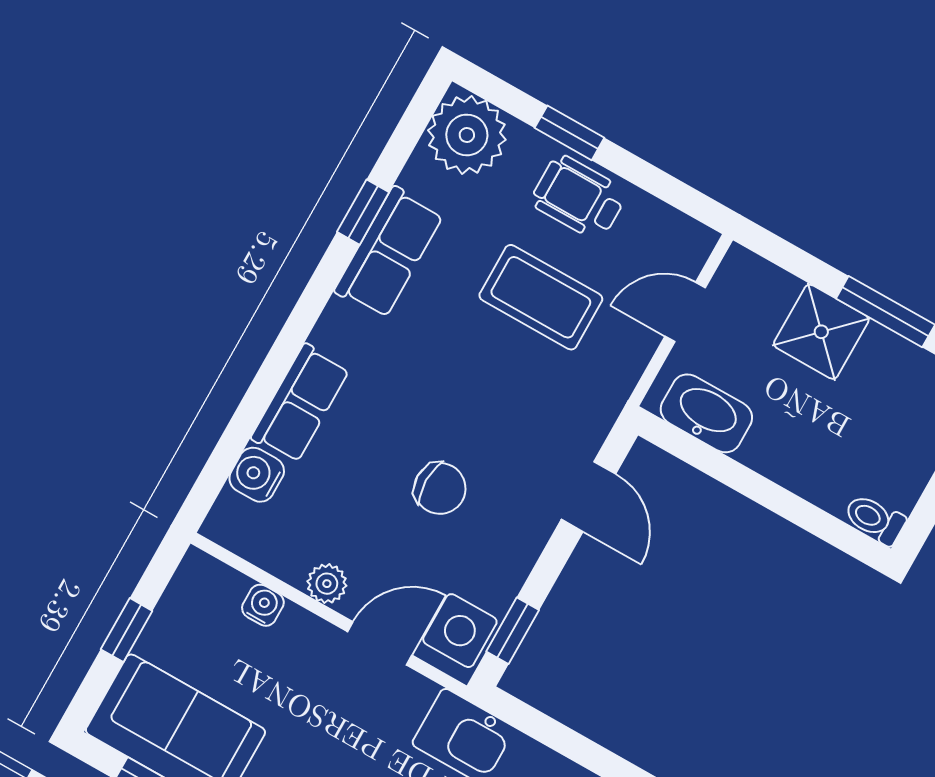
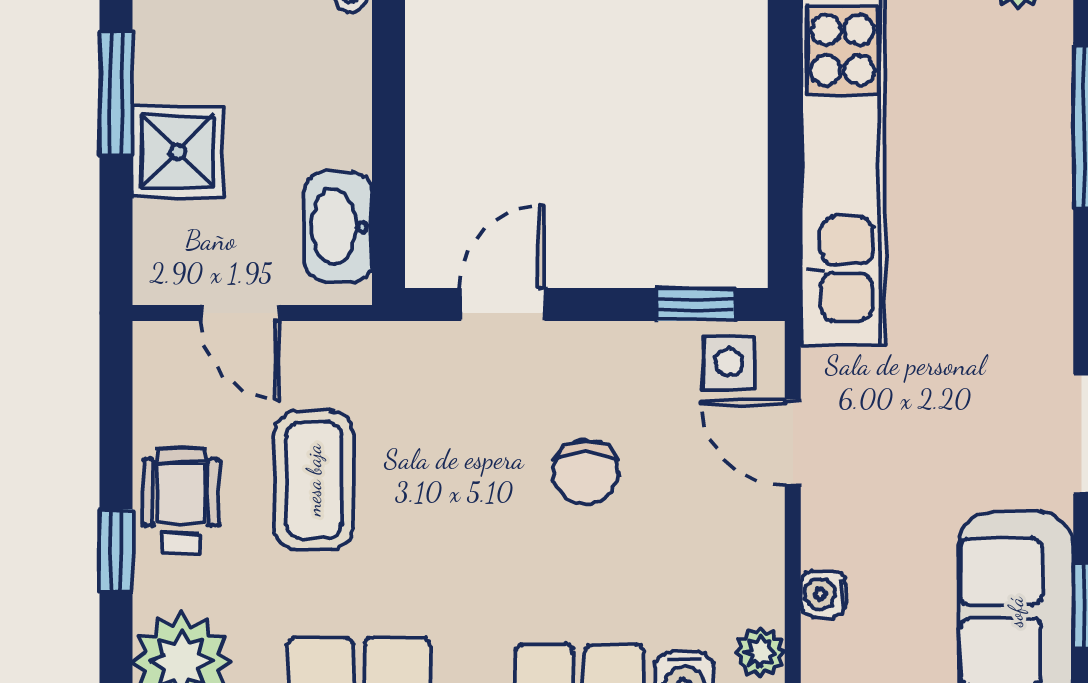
wheelchair: (579, 197) -> (181, 501), turned 180
chair: (440, 488) -> (586, 472), turned 180
plant: (327, 584) -> (760, 652), moved
side table: (460, 631) -> (729, 362), width x0.73, depth x0.73

